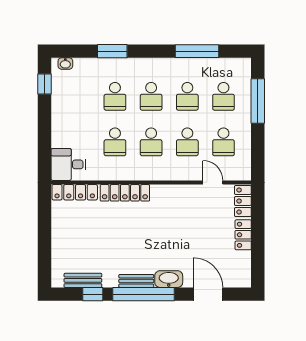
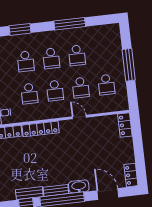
window: (197, 51) -> (70, 24), moved
school desk: (223, 96) -> (103, 52), removed
window: (258, 101) -> (129, 65), moved
door: (213, 182) -> (79, 117), moved
locker: (243, 235) -> (131, 175), moved
bench: (83, 280) -> (29, 193), moved

